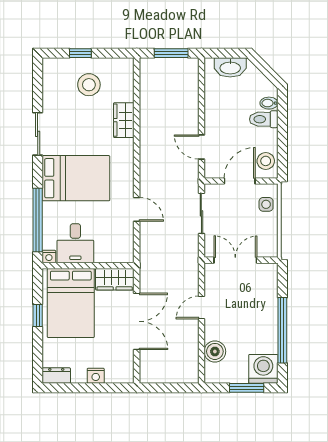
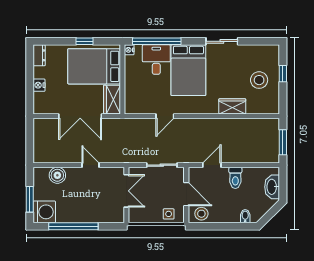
toilet: (264, 119) -> (235, 178), moved, turned 180
desk: (75, 243) -> (156, 60), moved, turned 90

